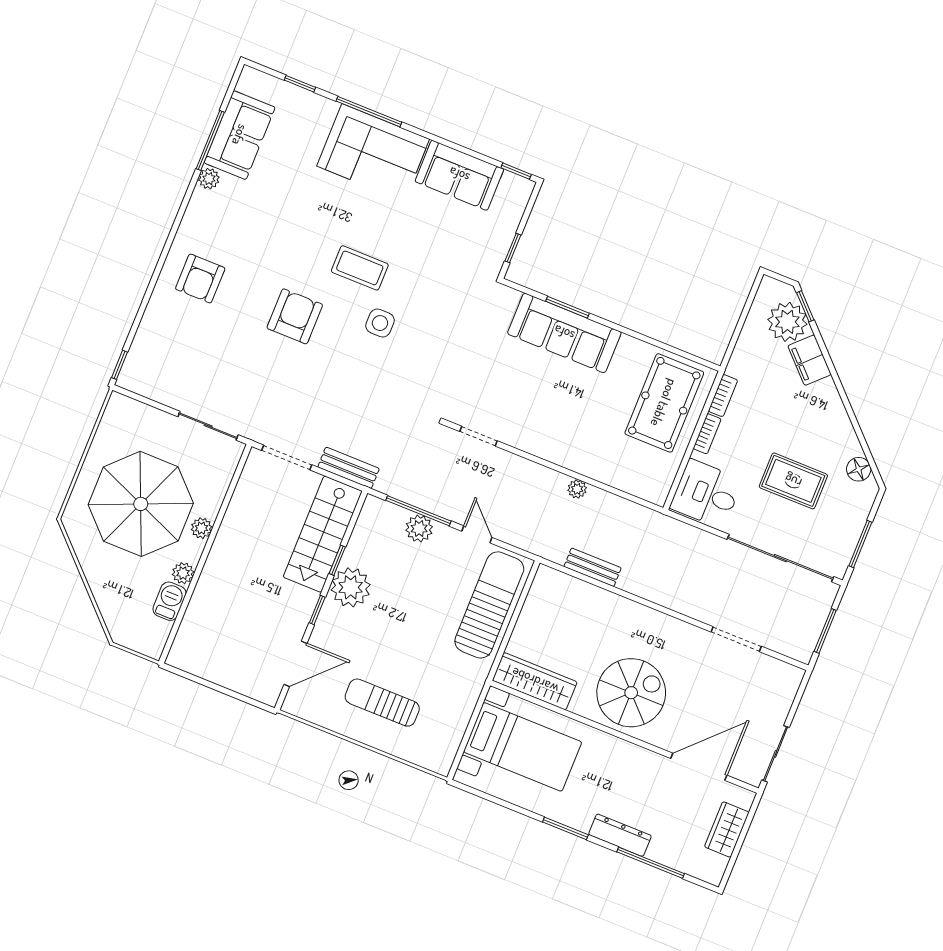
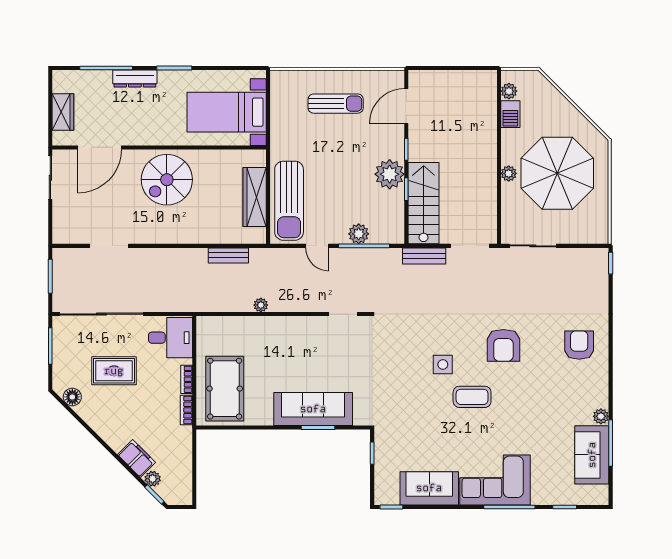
plant: (787, 322) -> (153, 479), width x0.53, depth x0.53
plant: (183, 573) -> (509, 91), moved
wardrobe: (535, 681) -> (255, 197), moved, turned 90

